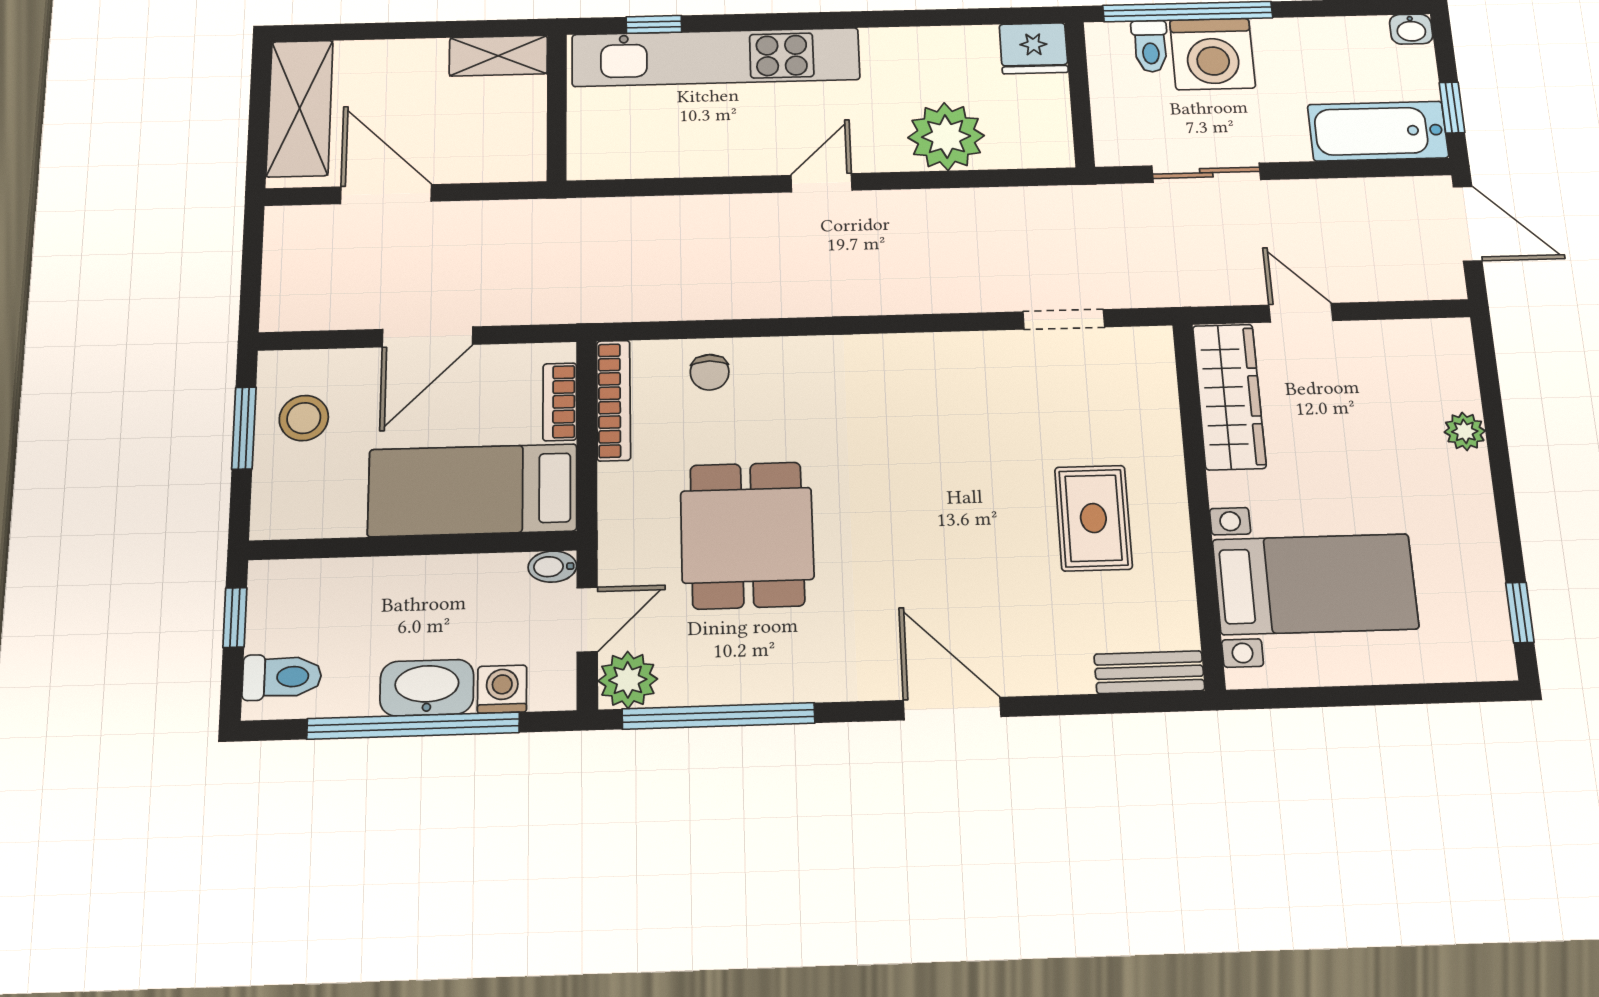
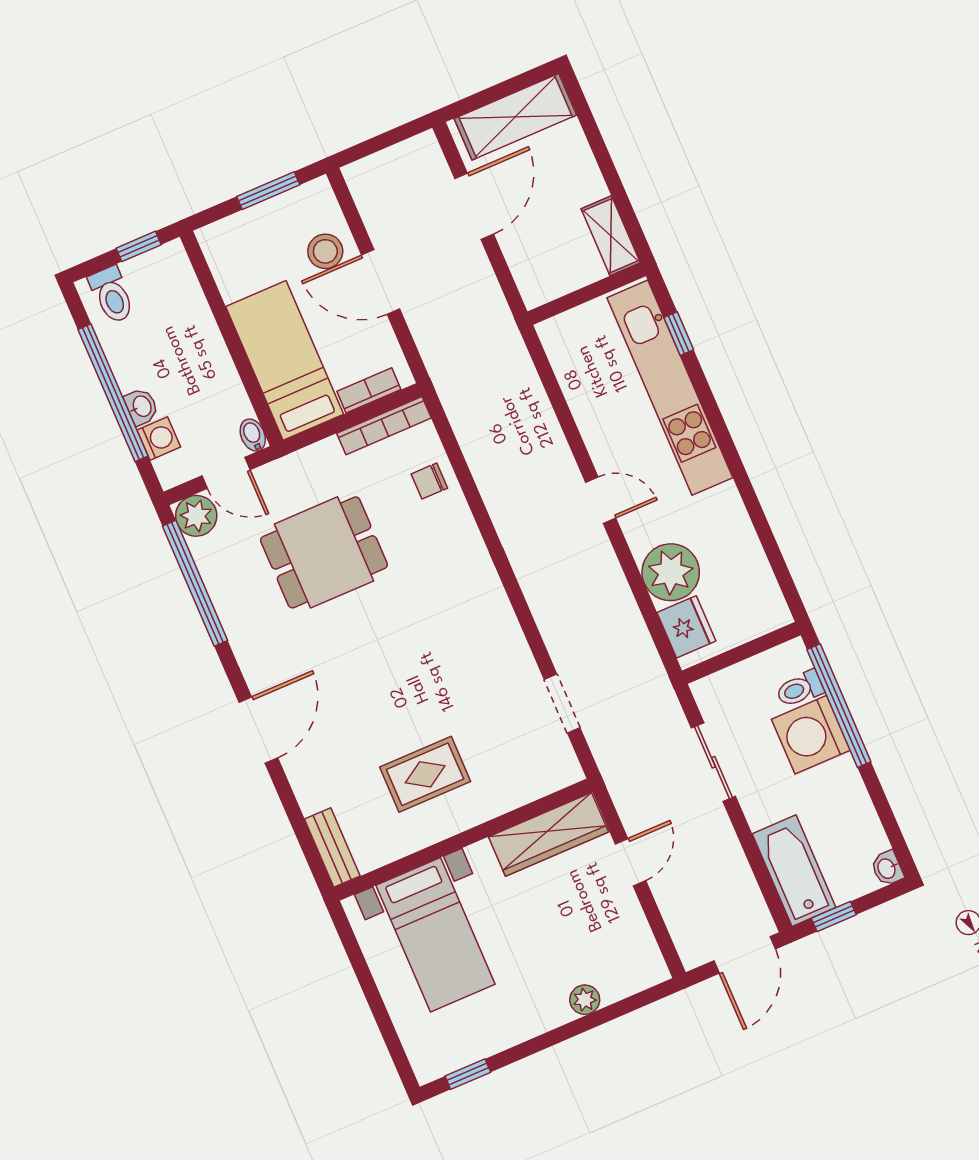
fridge: (1034, 48) -> (686, 627), moved, turned 180
stool: (304, 418) -> (325, 251), moved
washbasin: (427, 688) -> (141, 407), width x0.52, depth x0.69

